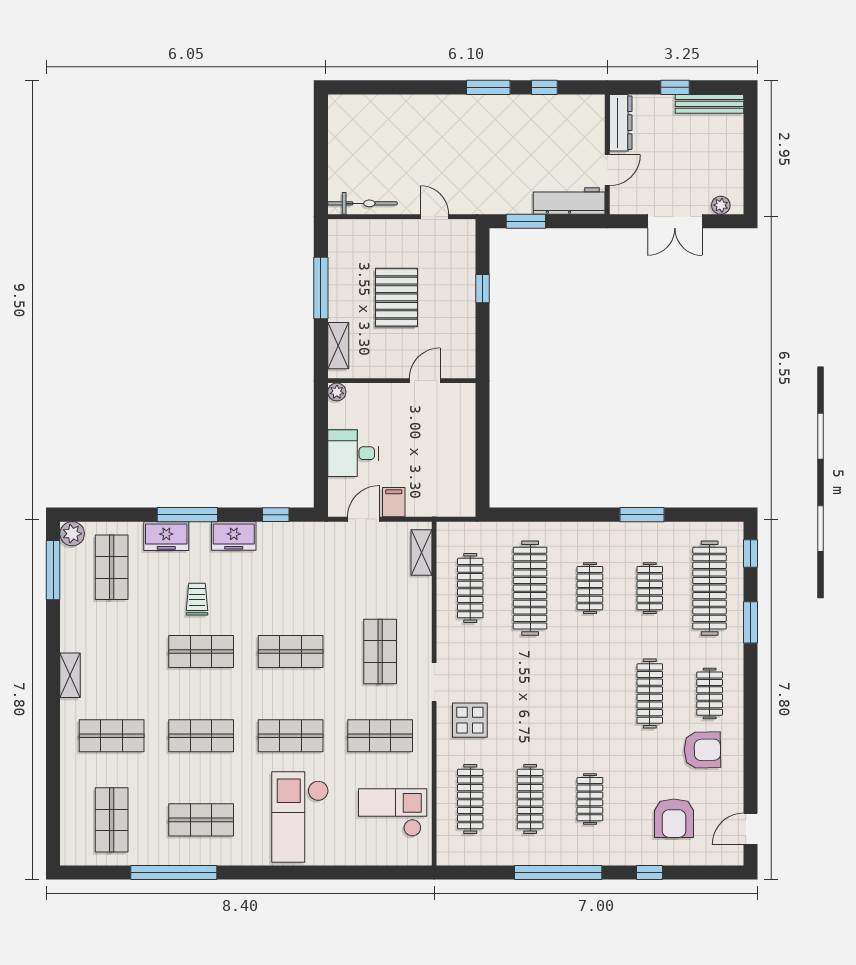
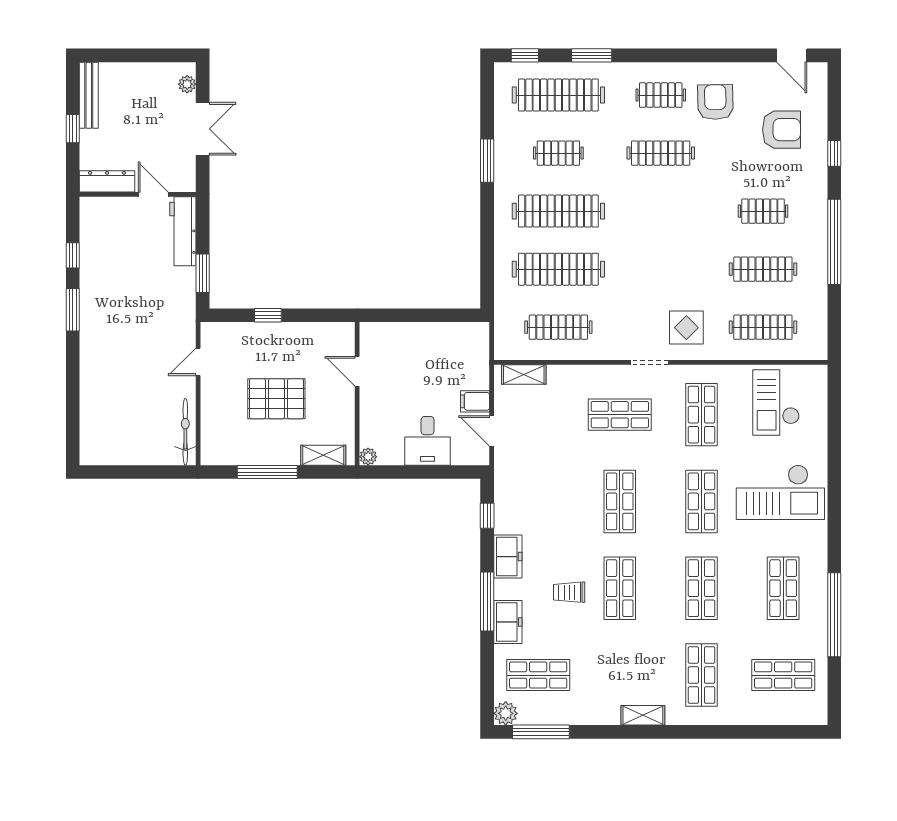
clothes rail: (590, 588) -> (558, 211), width x1.86, depth x1.31

